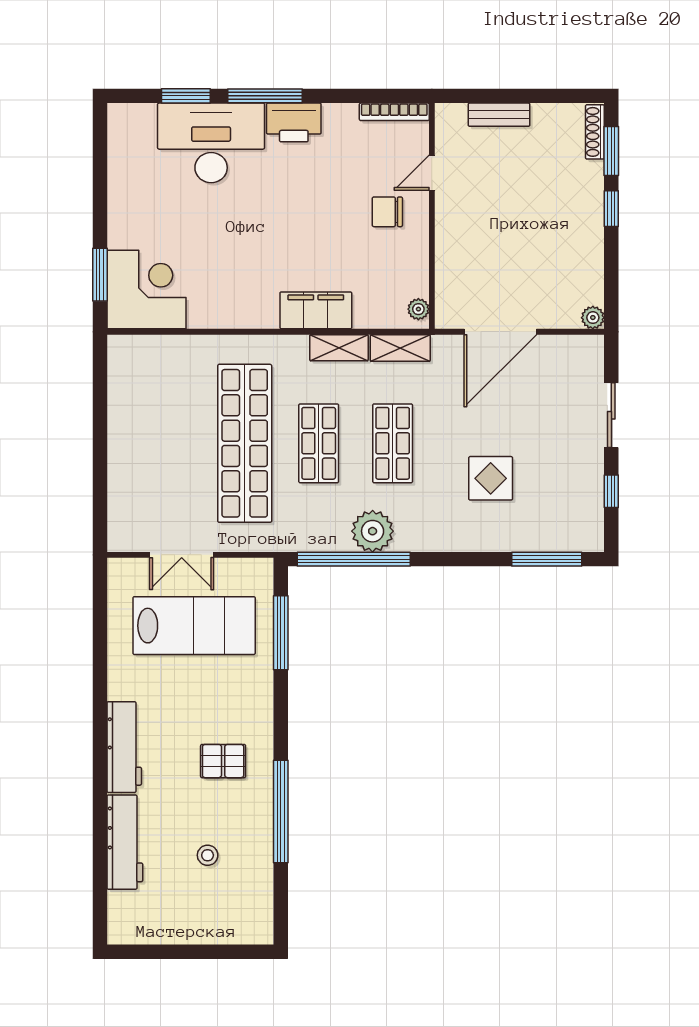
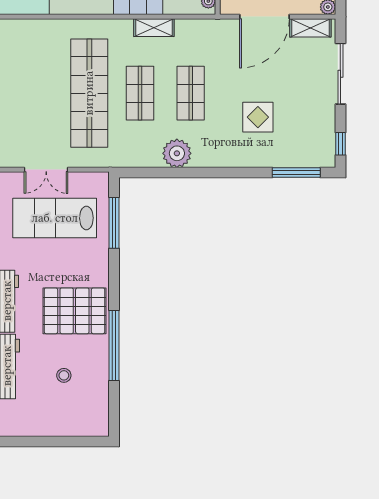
shelving: (400, 348) -> (310, 28), moved
sliding door: (611, 415) -> (340, 74), width x1.37
window: (611, 491) -> (340, 144), moved
window: (354, 559) -> (164, 172), removed
lab bench: (194, 626) -> (55, 218), turned 180
pallet: (223, 761) -> (74, 311), width x2.05, depth x2.00

